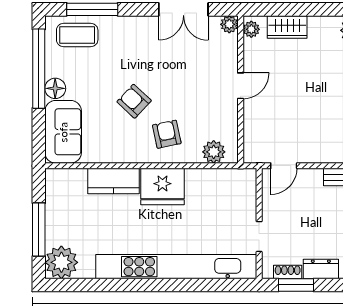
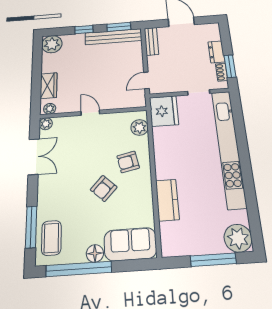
door: (284, 166) -> (146, 80), swing flipped
fridge: (162, 187) -> (164, 111), moved

